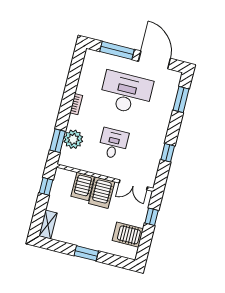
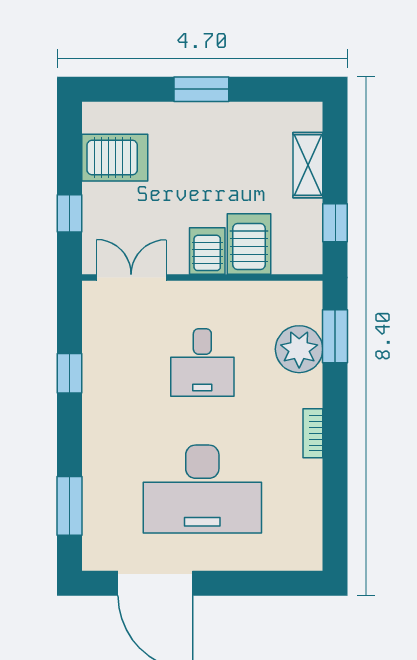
window: (117, 50) -> (249, 583), removed
server rack: (102, 193) -> (207, 251), width x0.73, depth x0.70
shelving: (48, 224) -> (308, 165), moved

